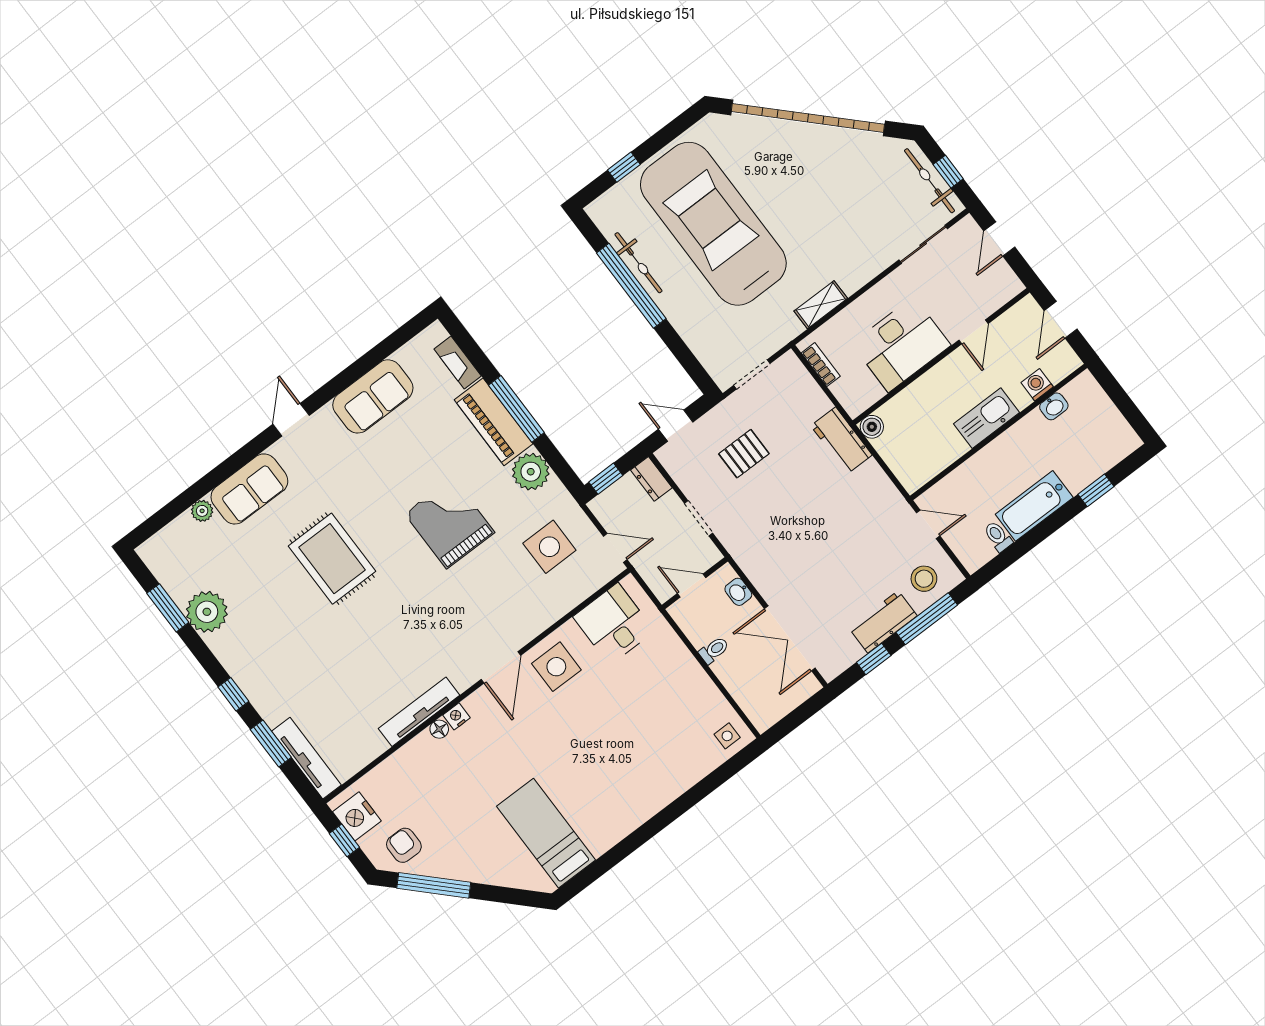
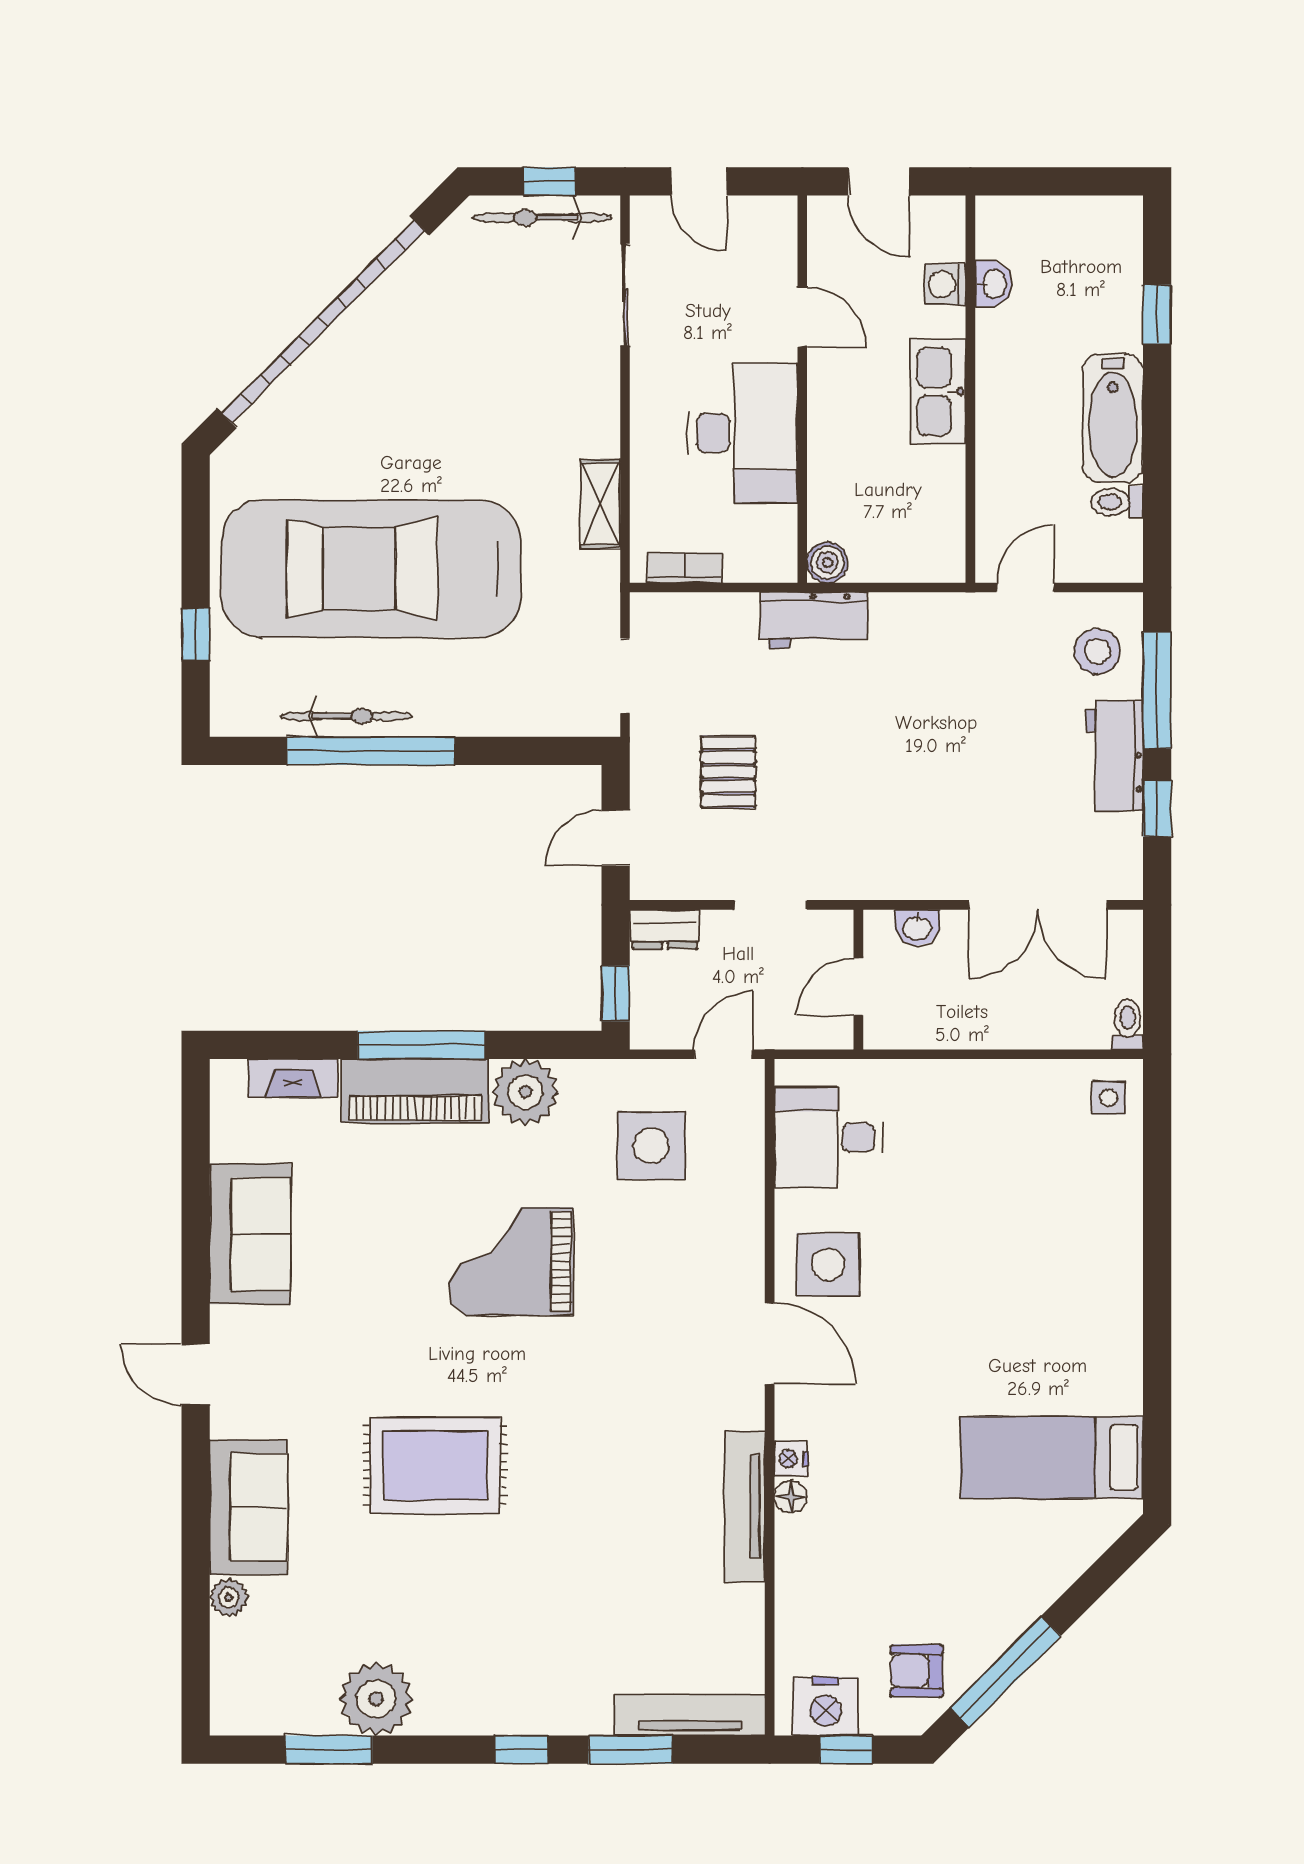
toilet: (714, 650) -> (1128, 1024), moved

